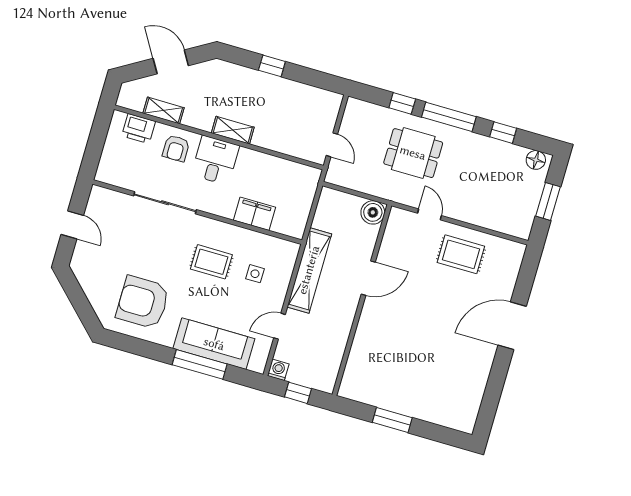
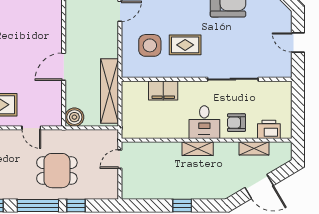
door: (332, 145) -> (120, 159), hinge flipped
armchair: (176, 148) -> (236, 123), turned -90
shelving: (309, 270) -> (110, 91), moved
side table: (255, 274) -> (150, 45), width x1.87, depth x1.87

